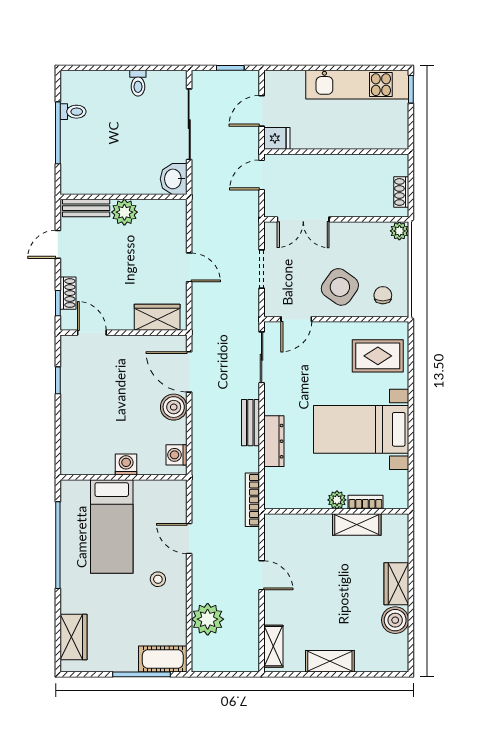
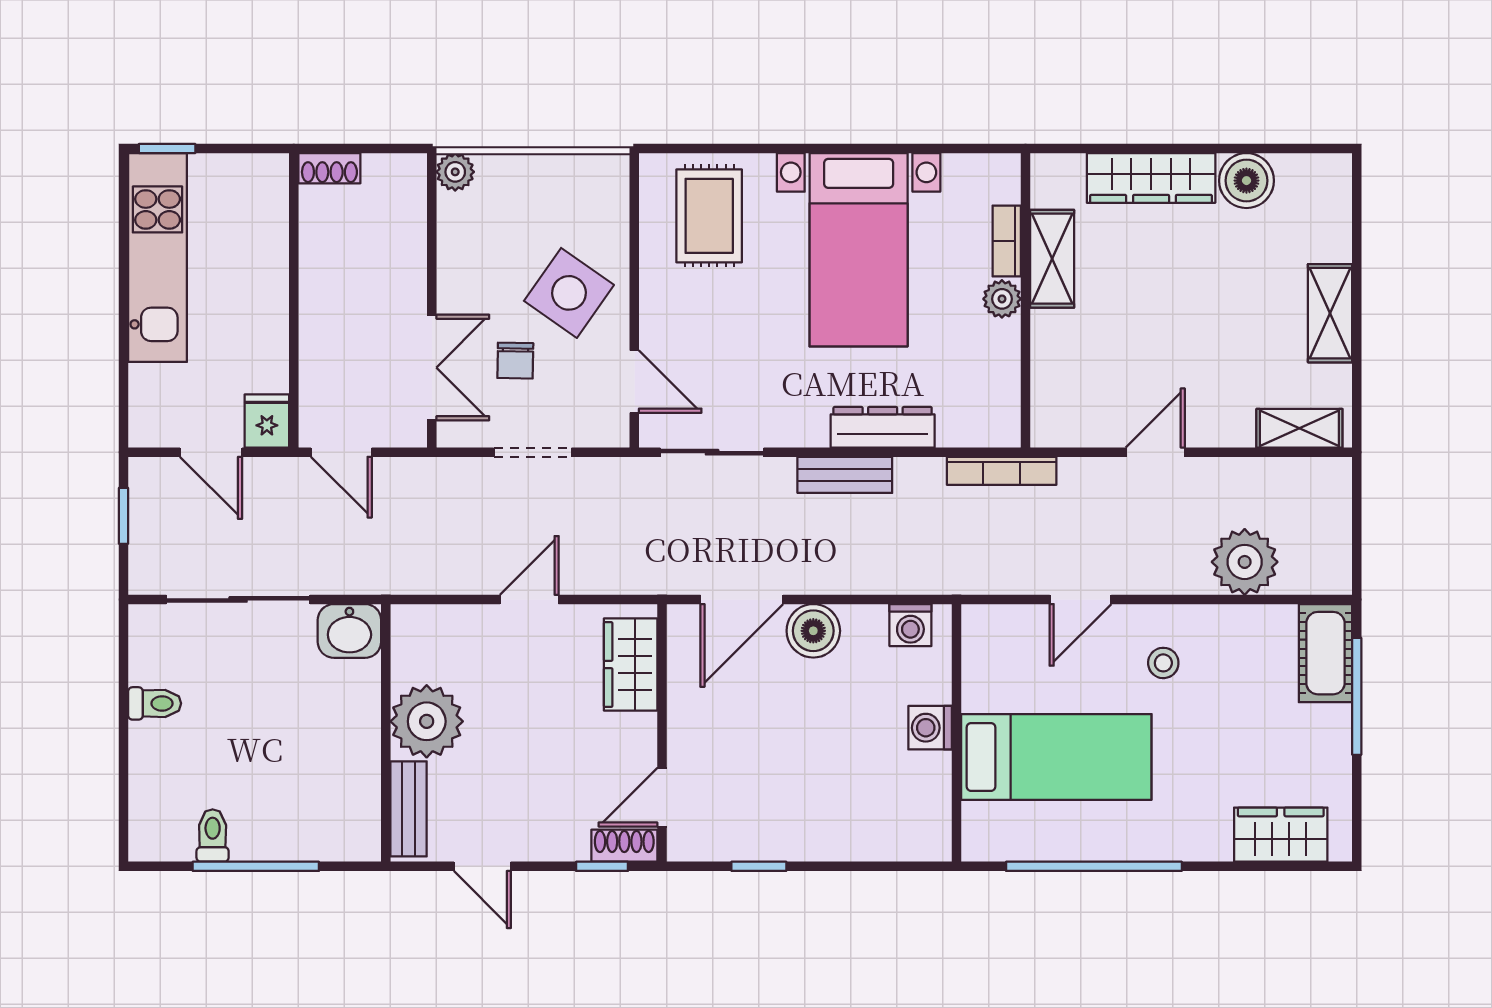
shoe rack: (401, 192) -> (329, 168), moved
plant: (124, 212) -> (427, 721), width x1.36, depth x1.36
shoe rack: (68, 293) -> (624, 846), moved
chair: (383, 295) -> (515, 361), moved, turned -89
wardrobe: (396, 584) -> (1151, 178), width x1.50

